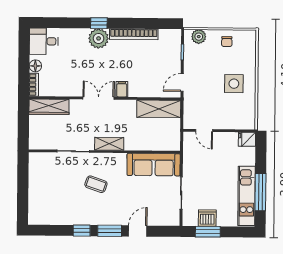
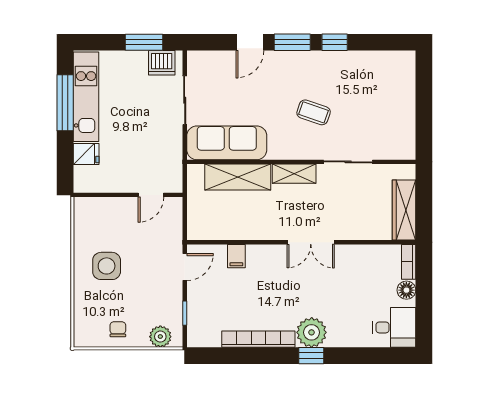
filing cabinet: (122, 89) -> (236, 256), moved
wardrobe: (49, 107) -> (404, 210), moved, turned -90
shelving: (159, 109) -> (238, 177), moved
door: (204, 131) -> (151, 195), swing flipped
fridge: (247, 139) -> (86, 154), moved
dishwasher: (207, 218) -> (162, 63), moved

